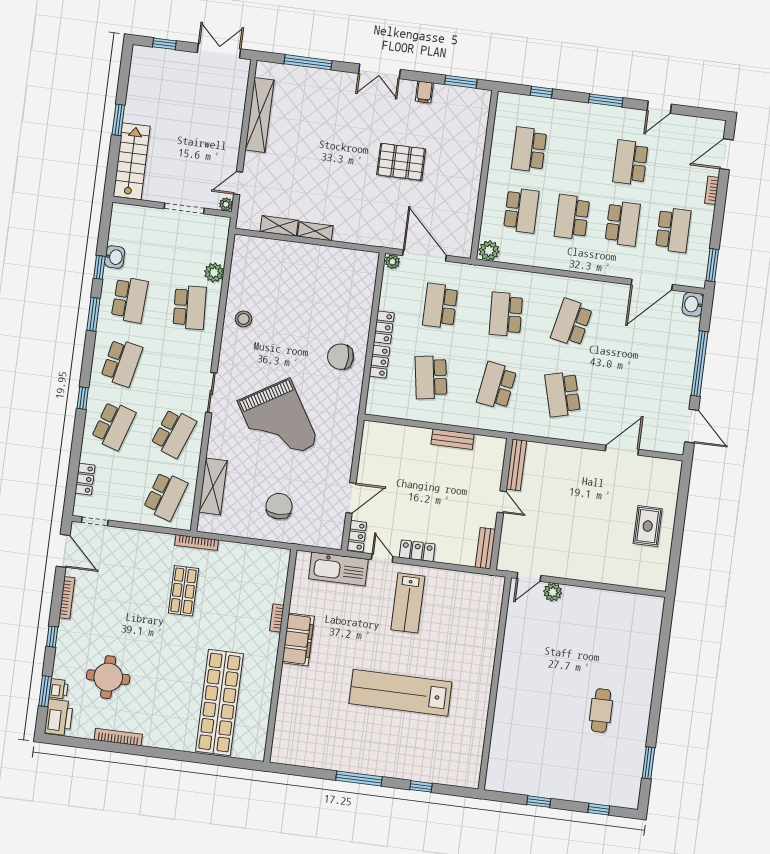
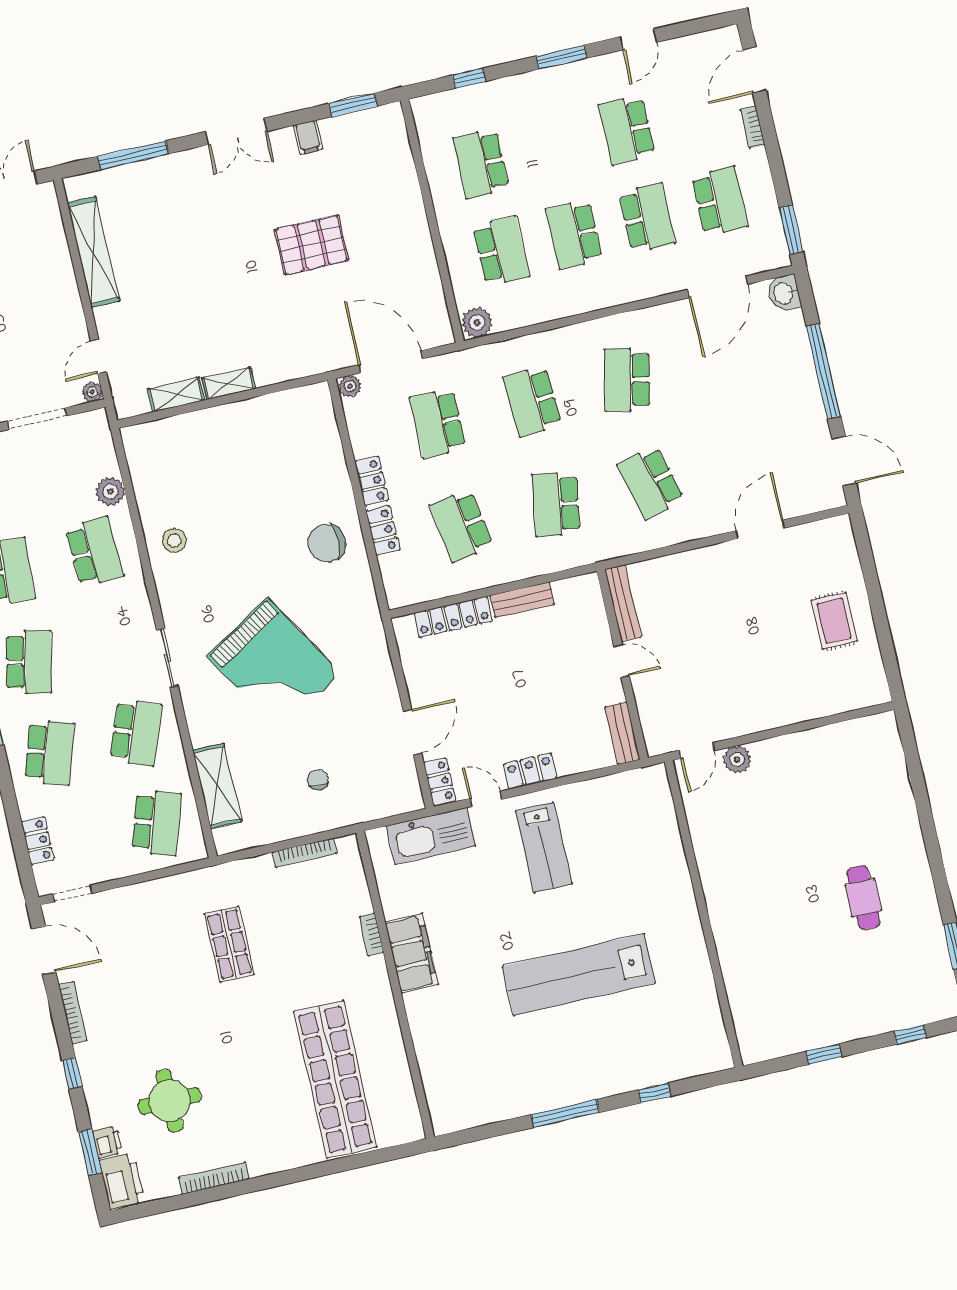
locker: (404, 434) -> (453, 617), added
chair: (279, 506) -> (318, 780), width x0.54, depth x0.54
bookcase: (197, 543) -> (305, 853), moved

